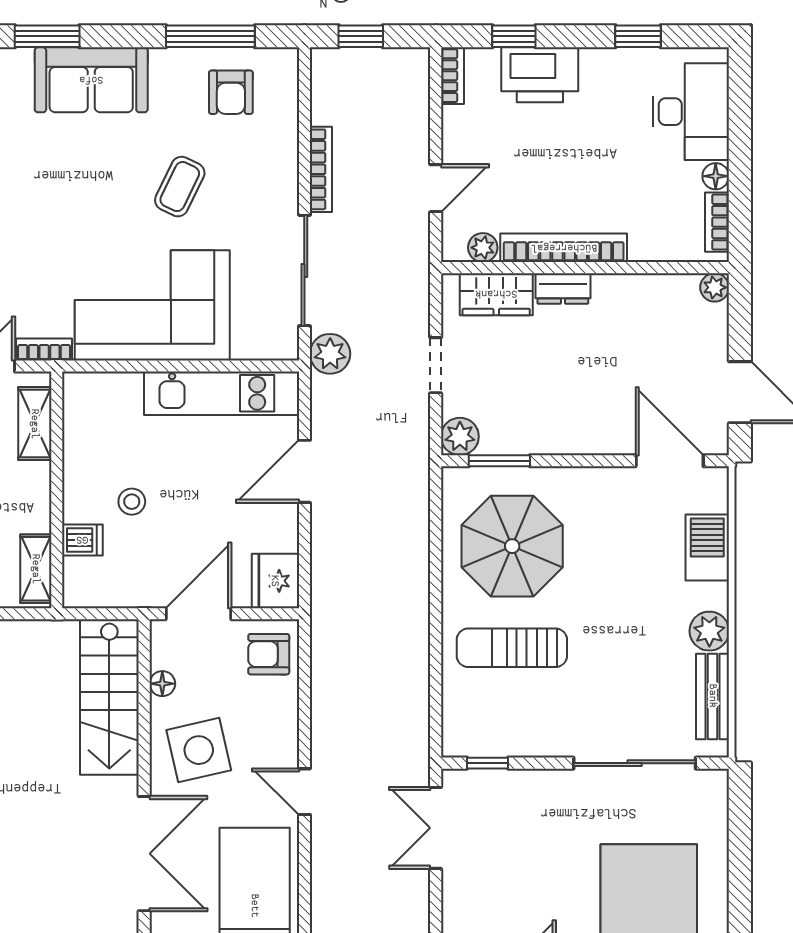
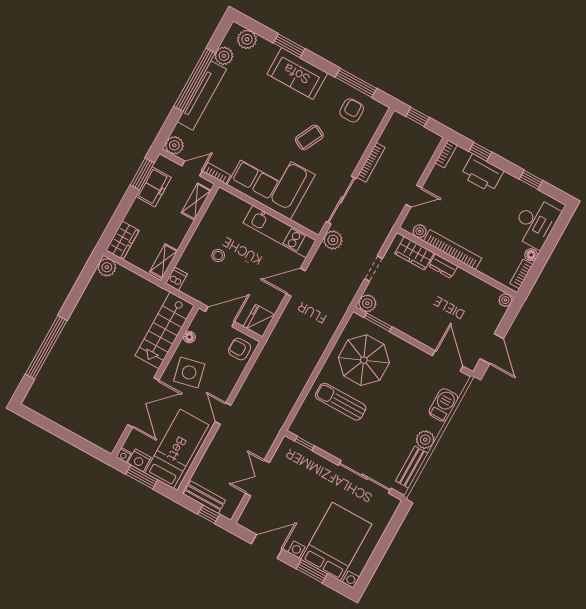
armchair: (231, 92) -> (352, 110), turned 180
dishwasher: (82, 540) -> (176, 279), moved, turned -90
double door: (436, 828) -> (257, 478), moved

